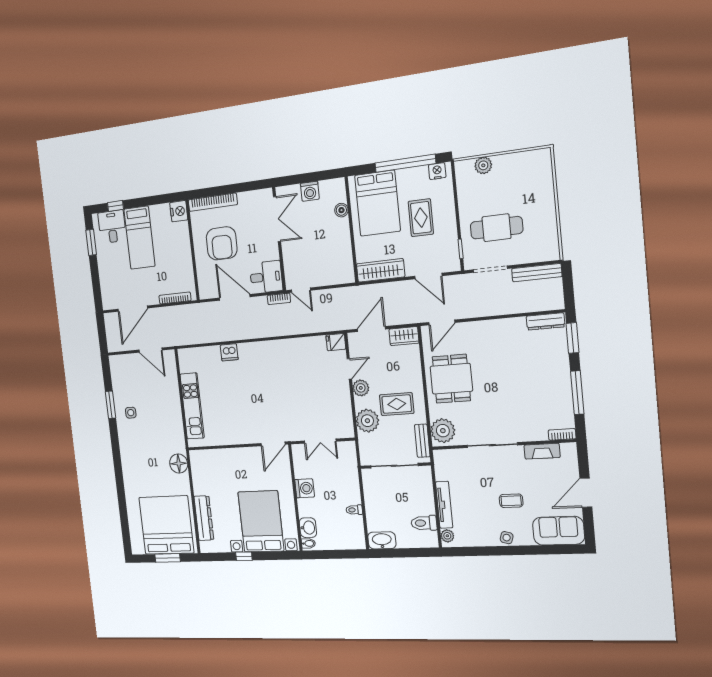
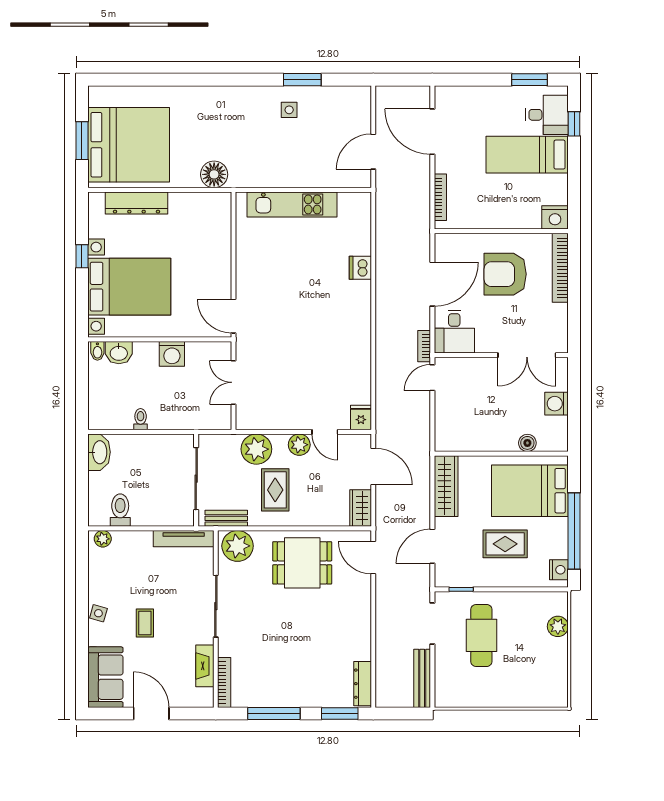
bookcase: (562, 434) -> (224, 682), width x1.56
tv unit: (444, 505) -> (184, 539), moved

